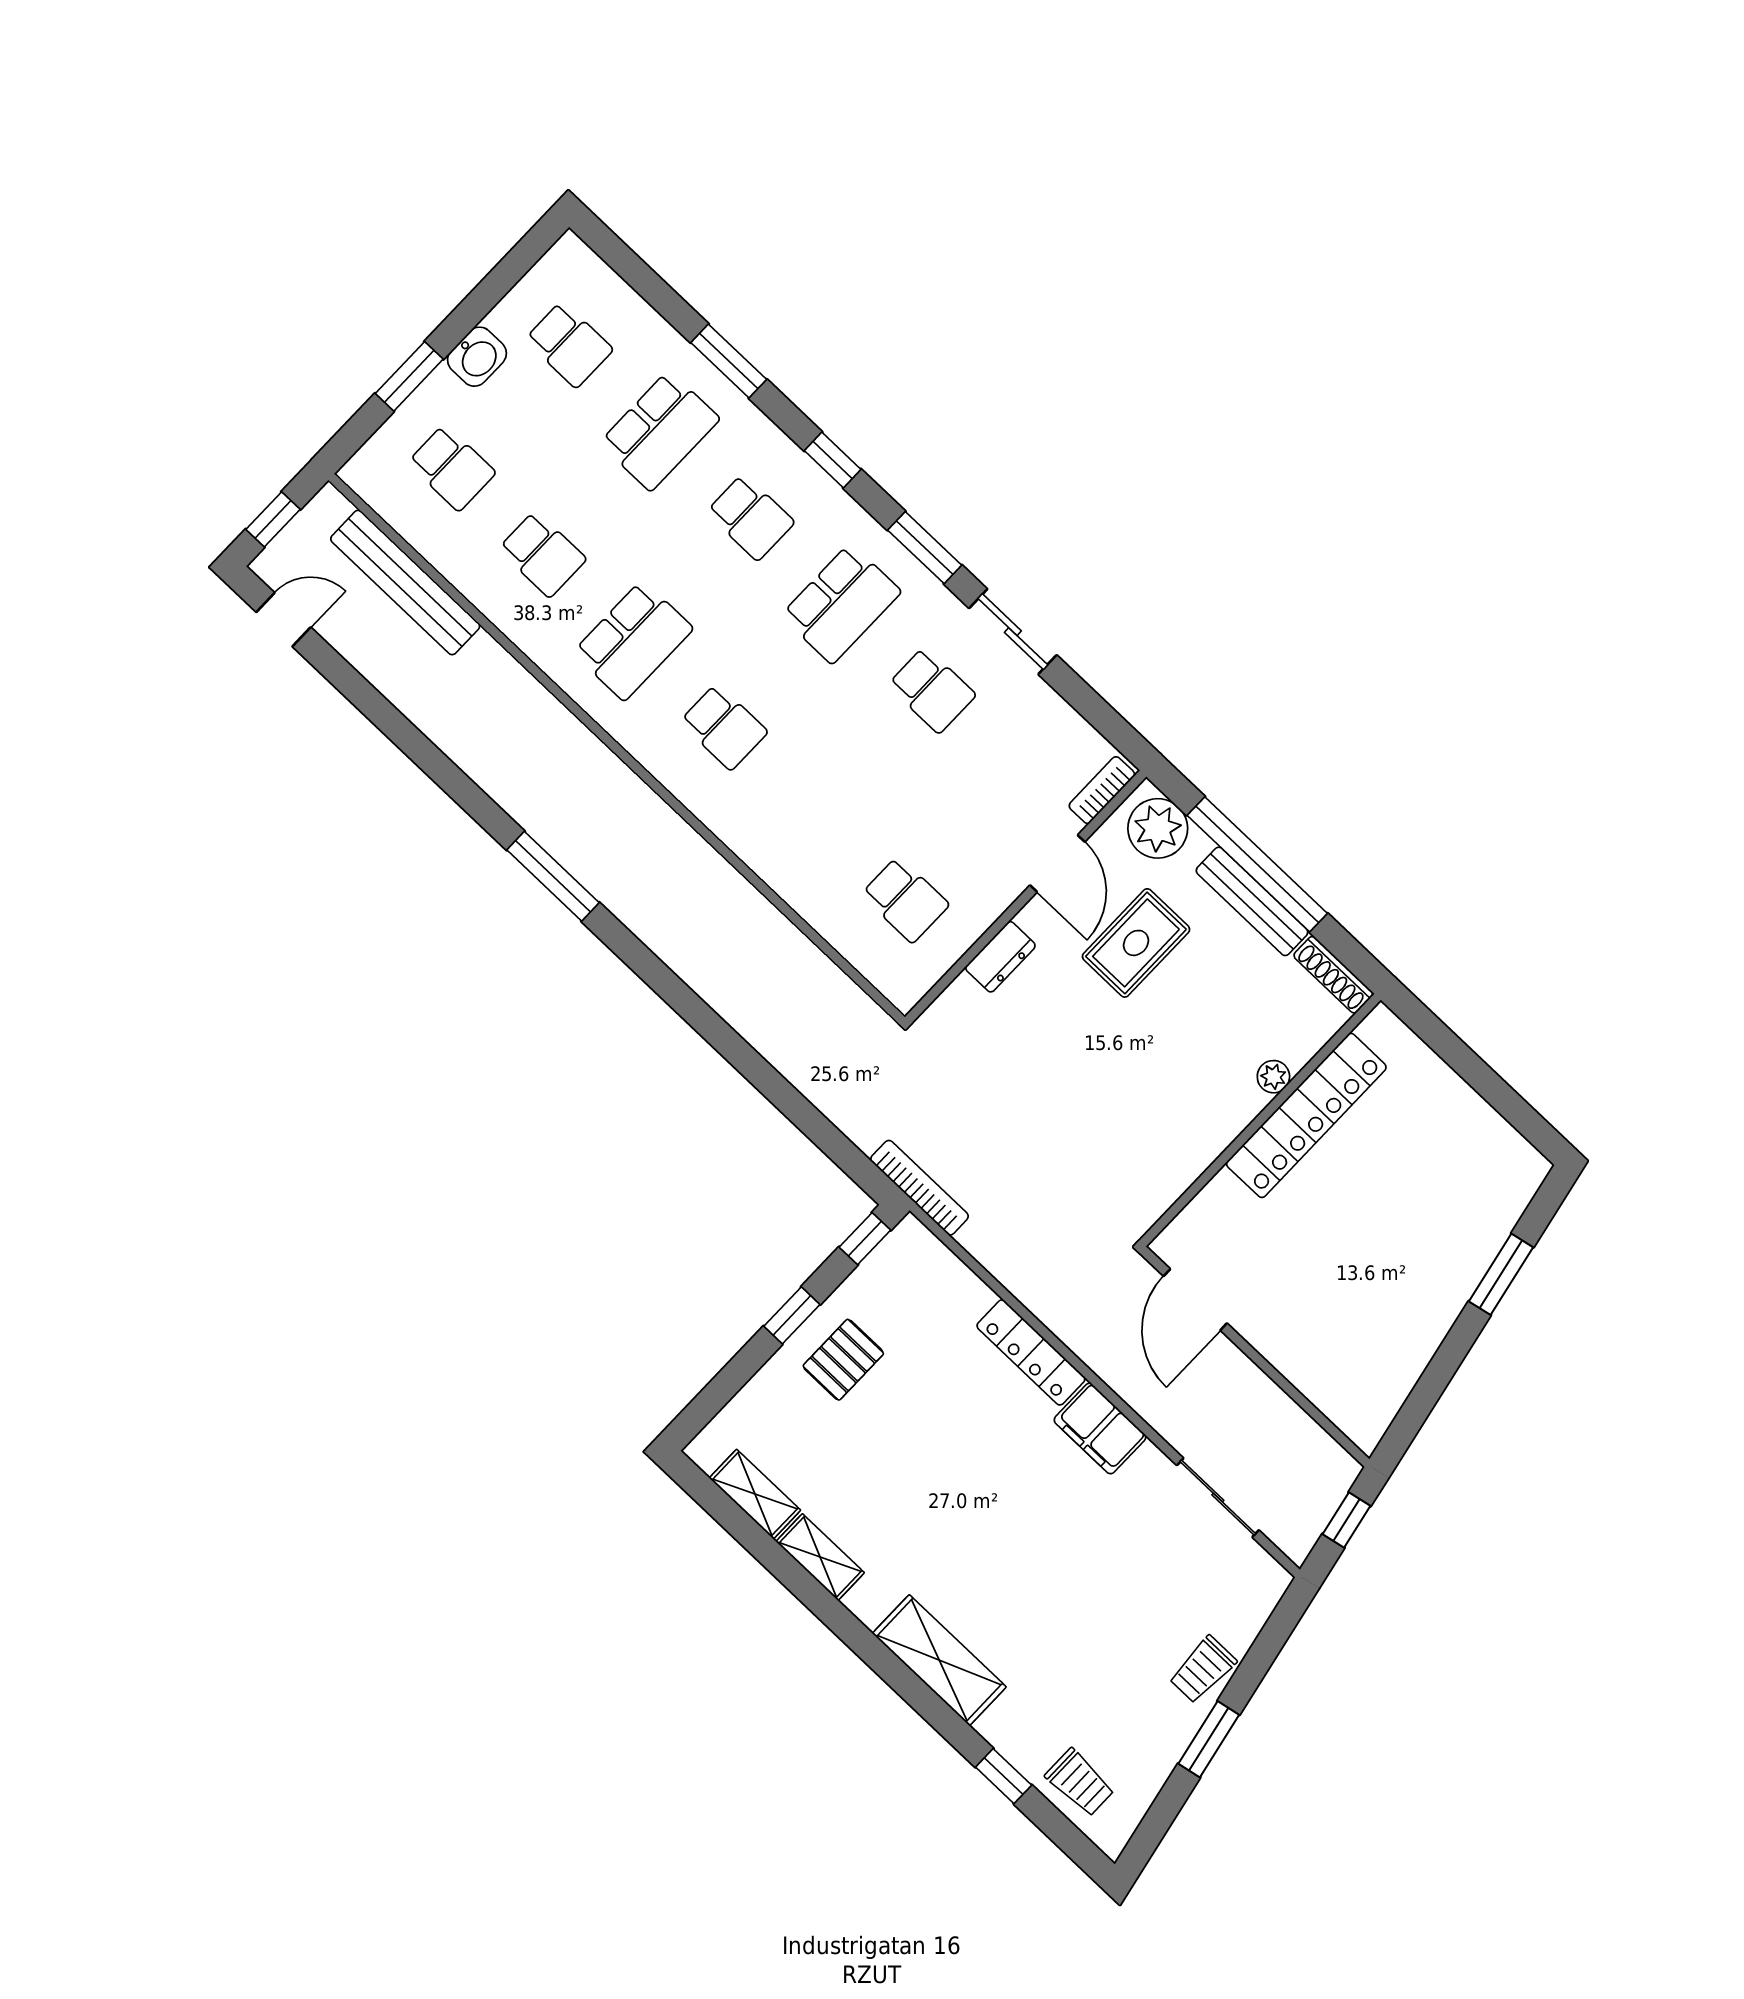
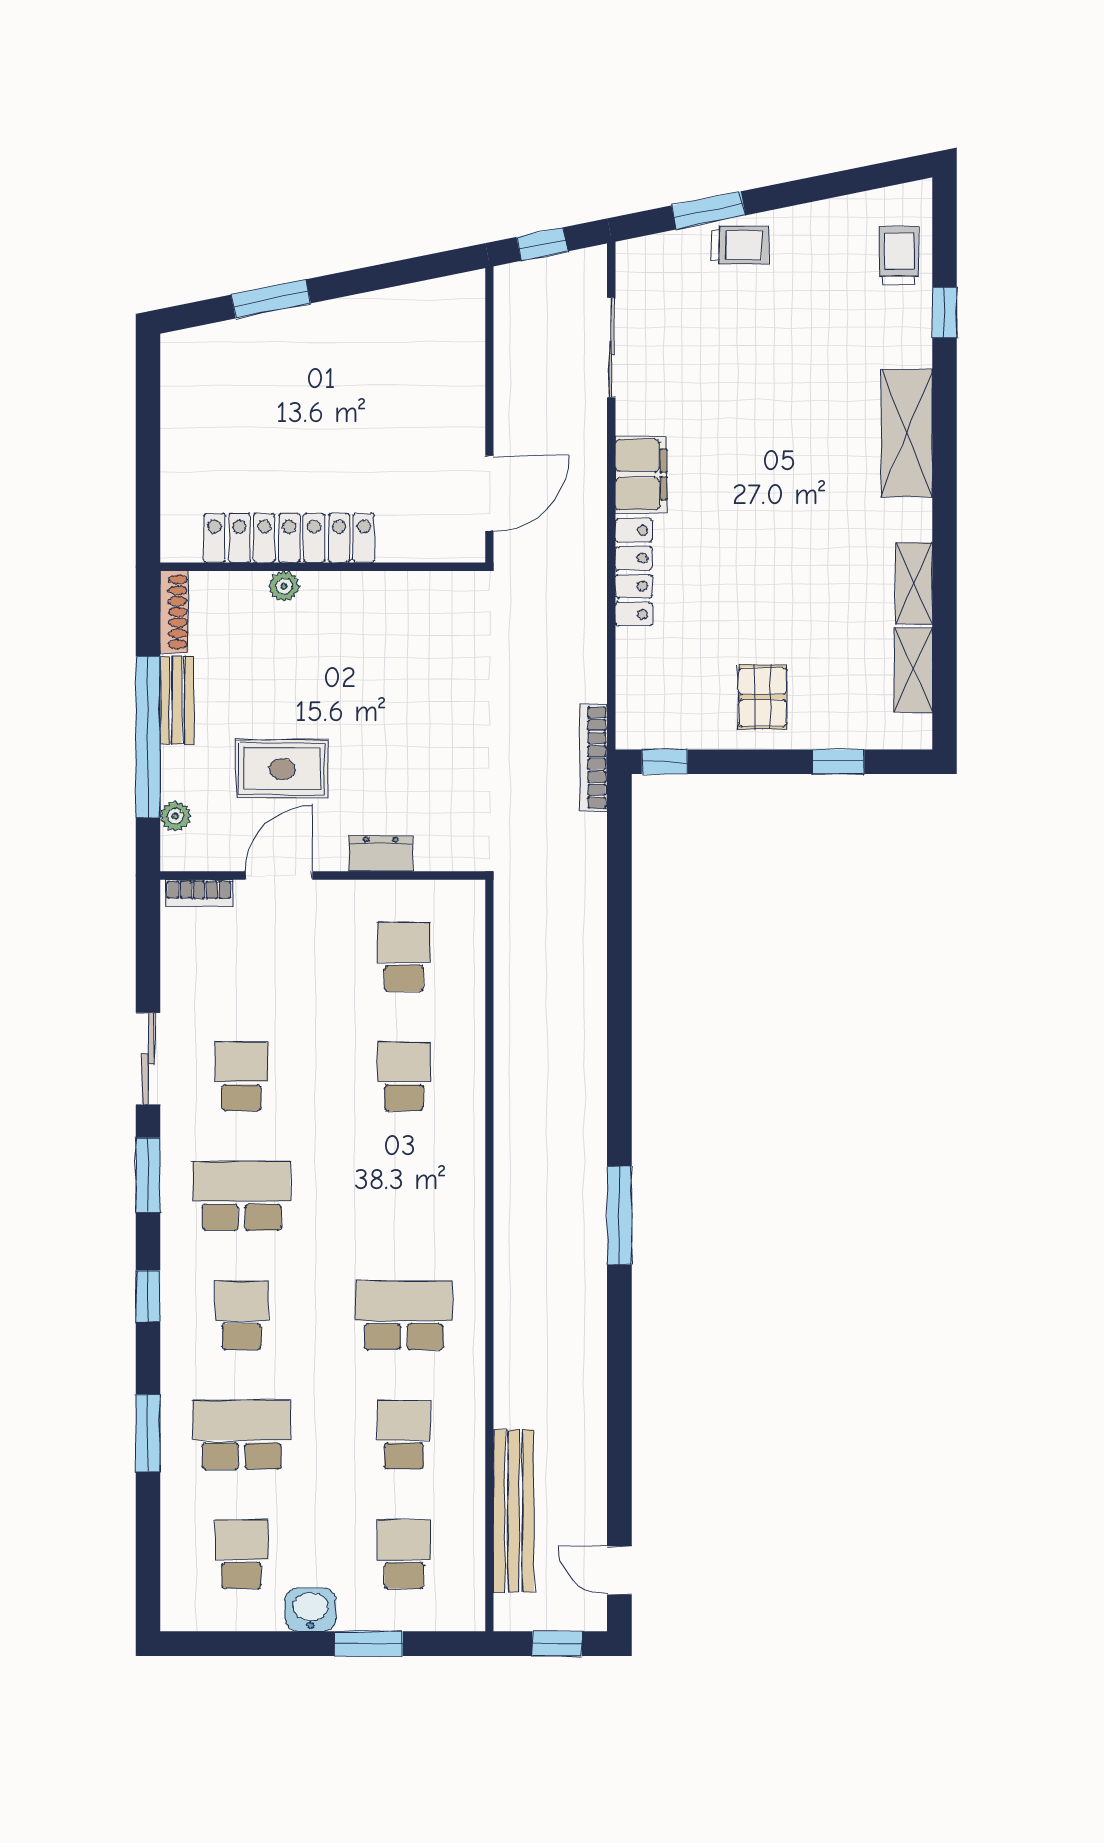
school desk: (724, 727) -> (404, 1076), moved
plant: (1158, 828) -> (175, 816), width x0.53, depth x0.53
bench: (1252, 901) -> (177, 700), width x0.73
window: (792, 1315) -> (838, 762), moved
pallet: (843, 1360) -> (762, 697), turned 90
window: (1209, 1739) -> (708, 210), moved

